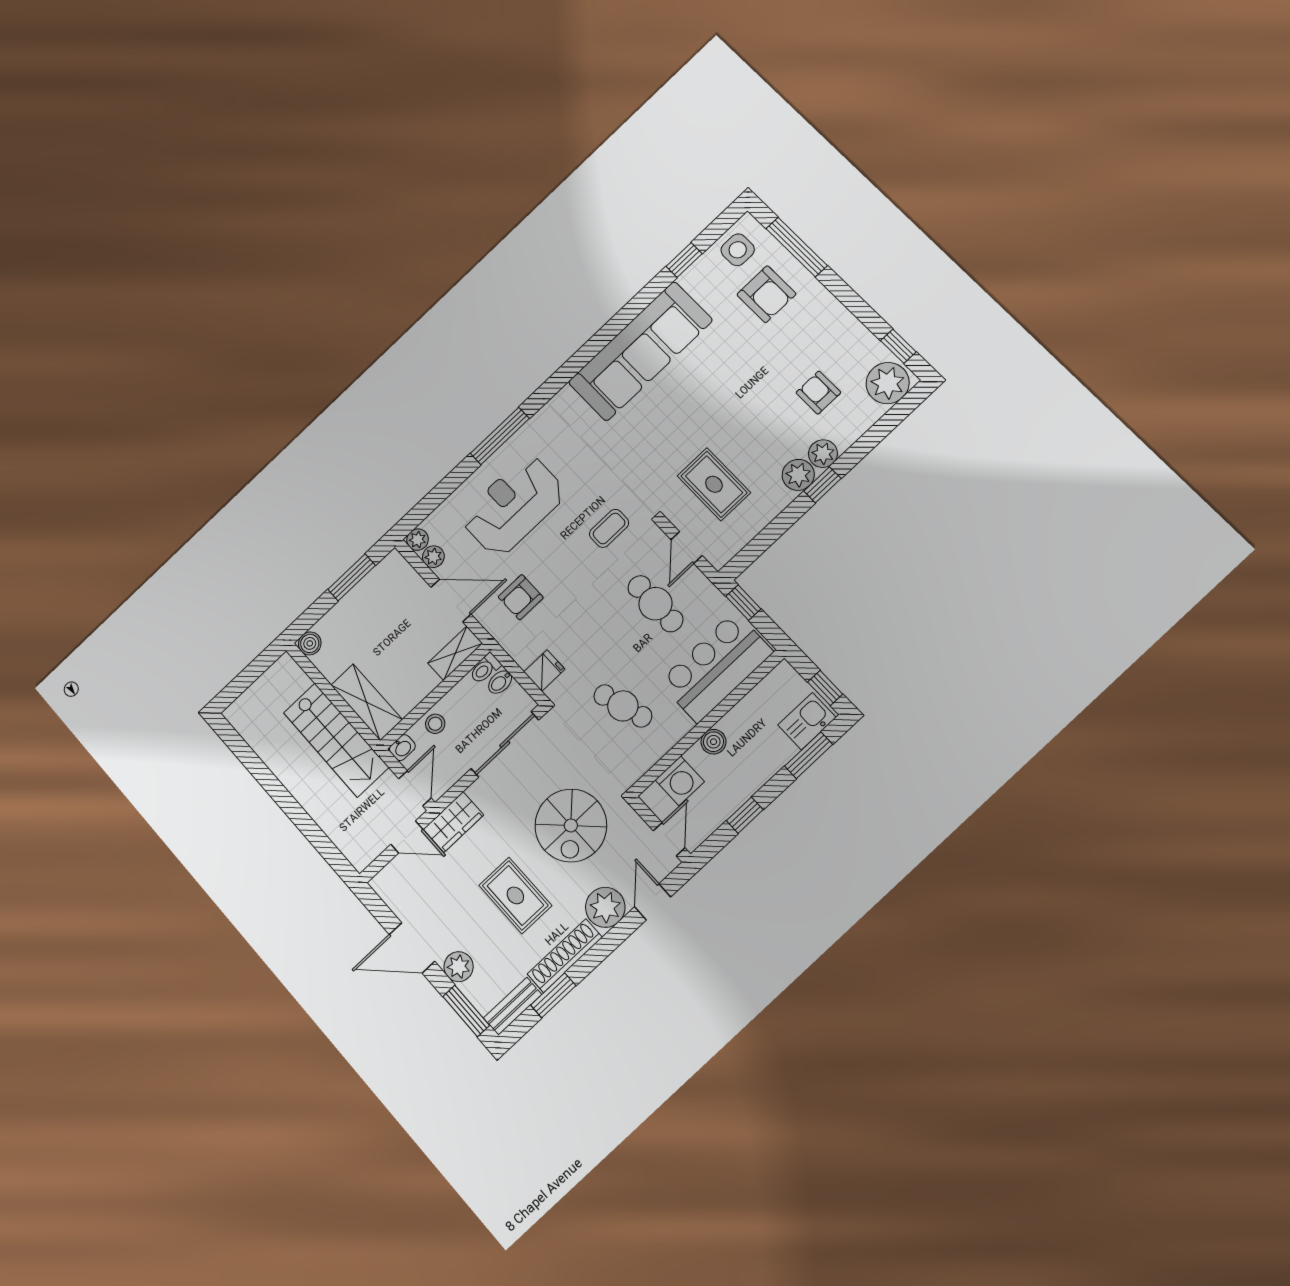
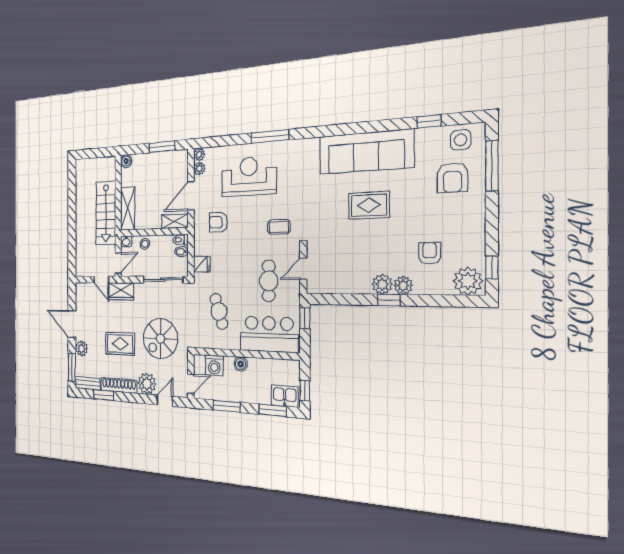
rug: (714, 484) -> (369, 205), moved, turned 90
door: (451, 600) -> (191, 196), swing flipped
window: (745, 815) -> (227, 406), width x1.50
rug: (515, 895) -> (120, 344), turned 90

